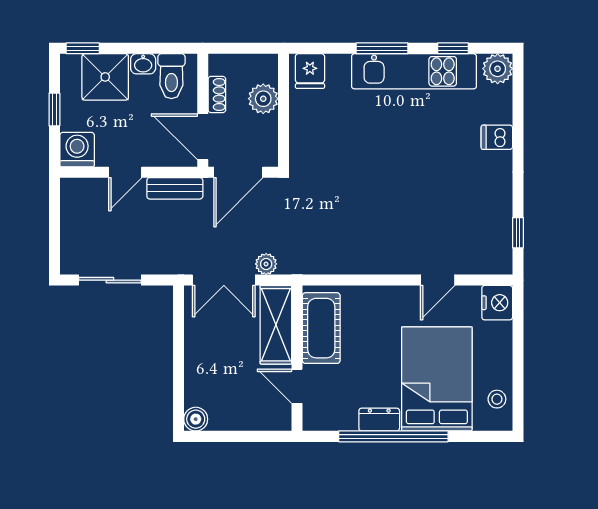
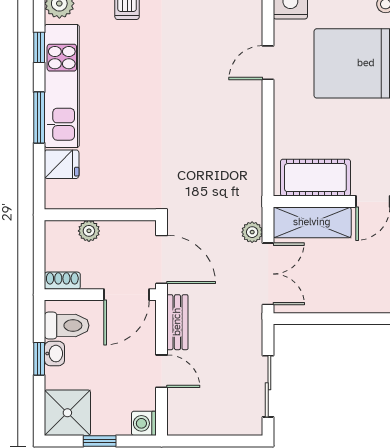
window: (83, 48) -> (39, 359), moved
fridge: (310, 71) -> (62, 164), moved
shower: (105, 77) -> (67, 413), moved
shoe rack: (217, 95) -> (62, 281), moved
plant: (263, 99) -> (89, 231), width x0.73, depth x0.73
washing machine: (77, 150) -> (144, 423), width x0.73, depth x0.73
door: (438, 280) -> (268, 63), swing flipped

